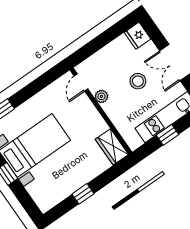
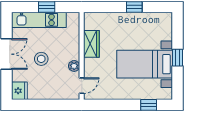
wardrobe: (112, 147) -> (91, 44), moved

